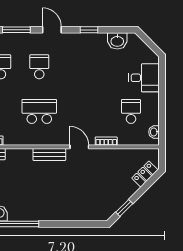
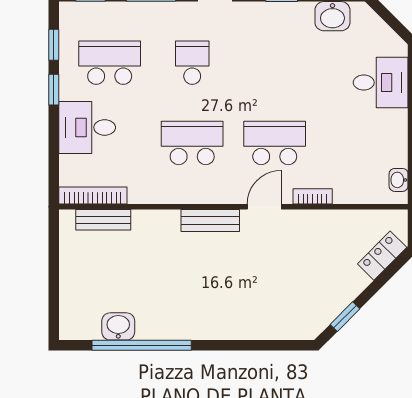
school desk: (131, 111) -> (275, 143), moved, width x1.85
door: (79, 147) -> (264, 207), hinge flipped

